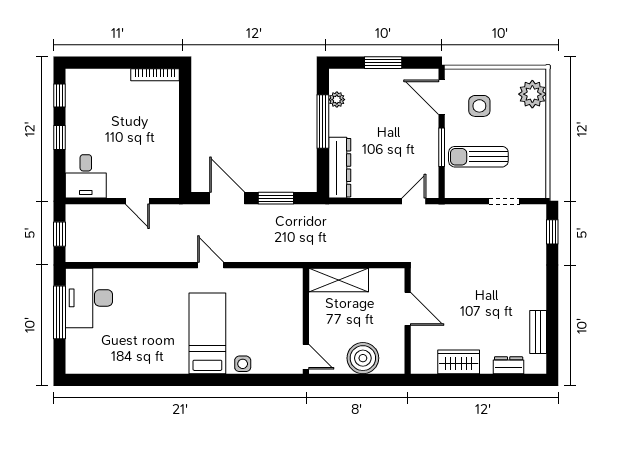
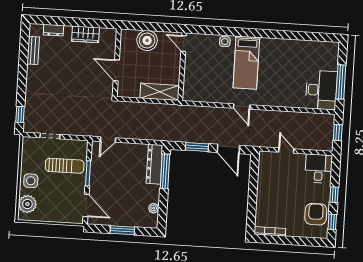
armchair: (86, 106) -> (316, 214), added
side table: (479, 106) -> (31, 181), moved
window: (323, 121) -> (165, 171), moved

